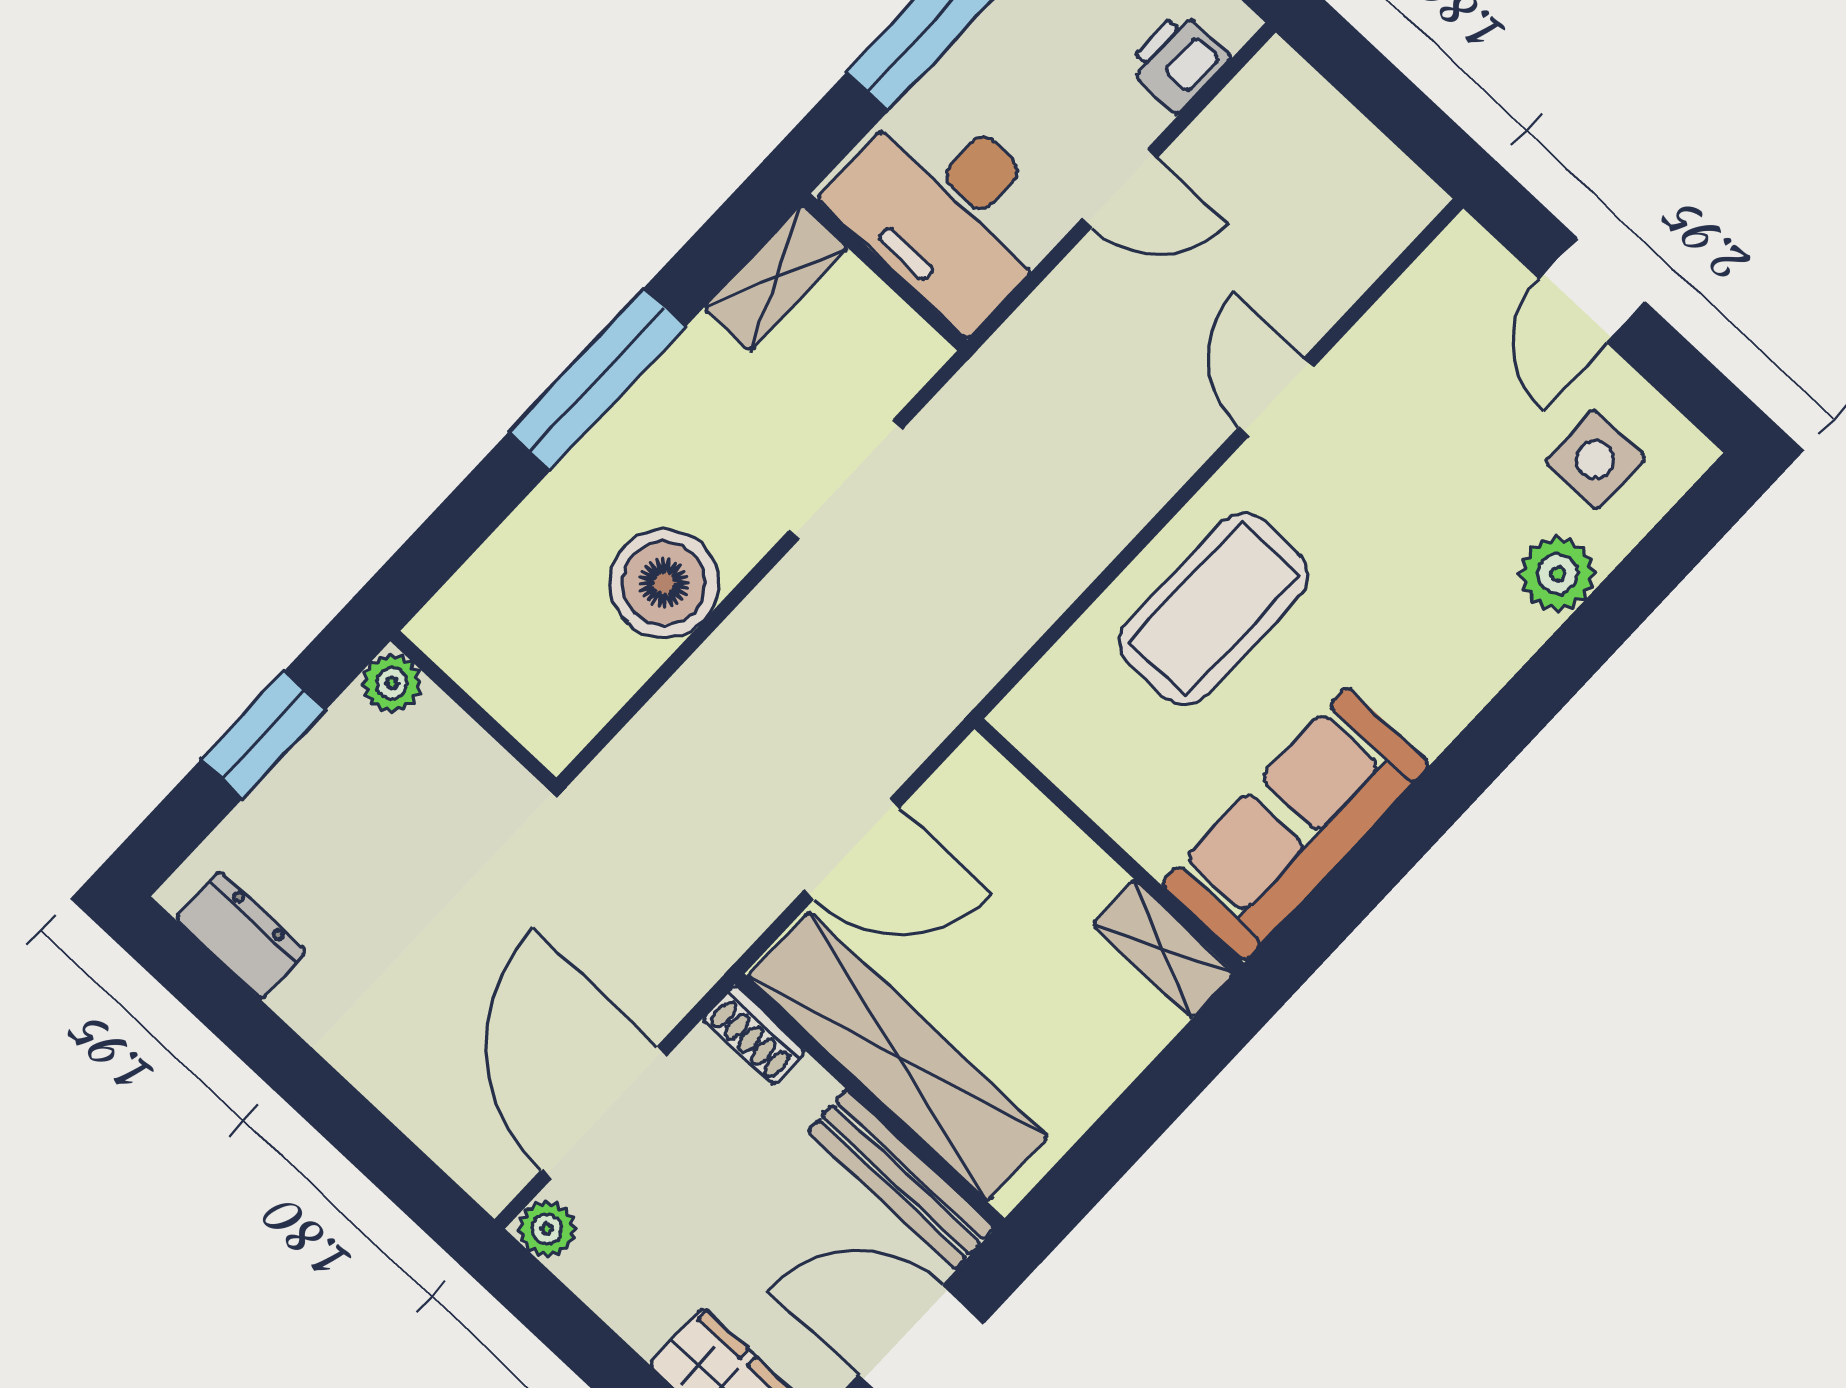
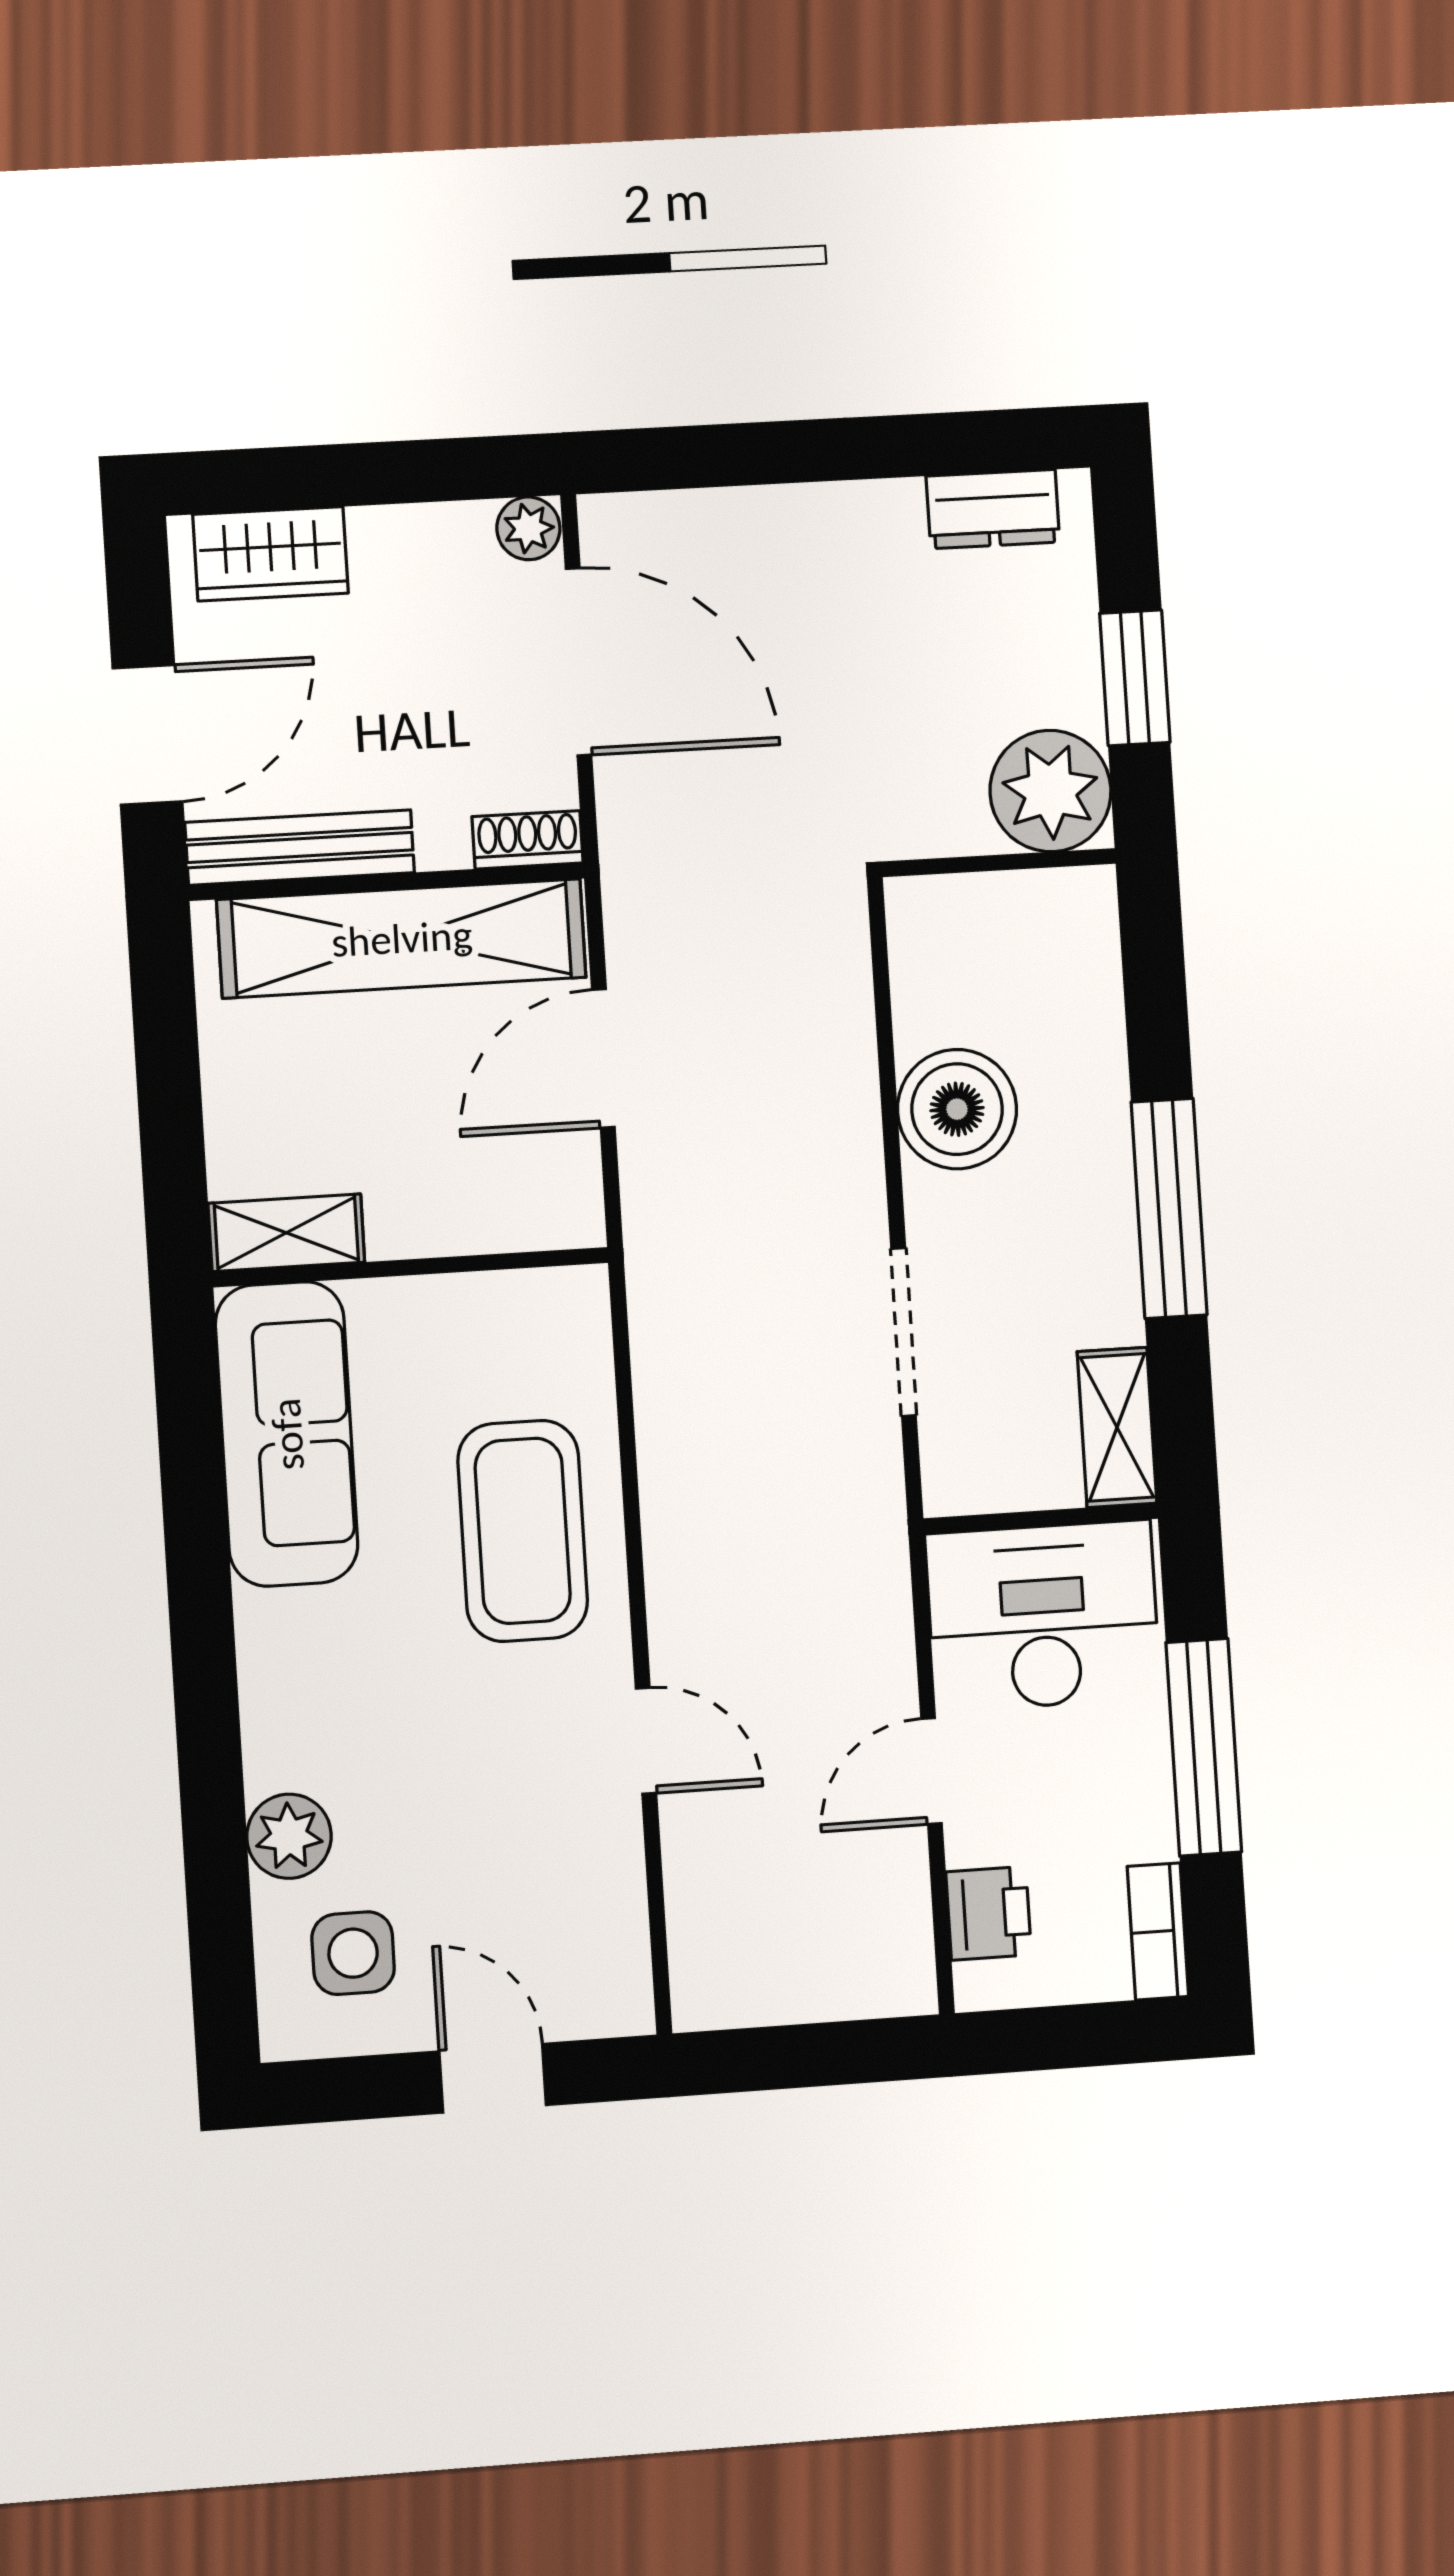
plant: (392, 683) -> (1050, 791), width x1.88, depth x1.88

